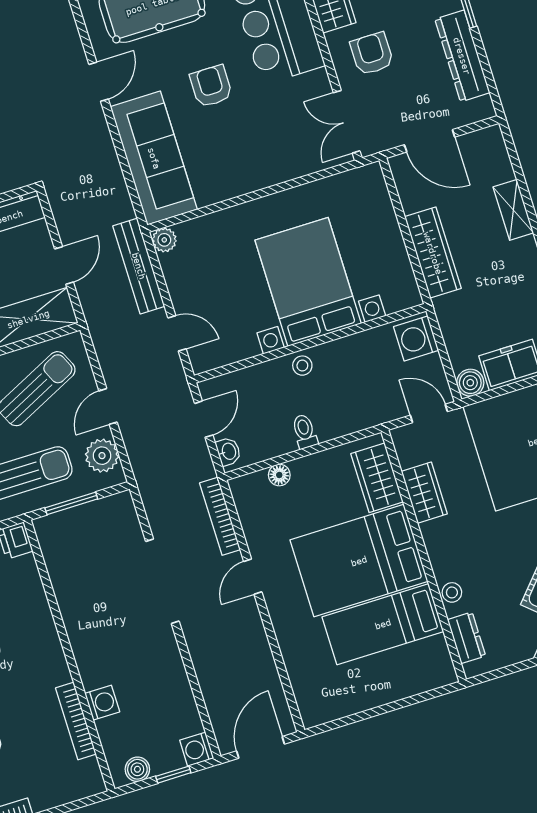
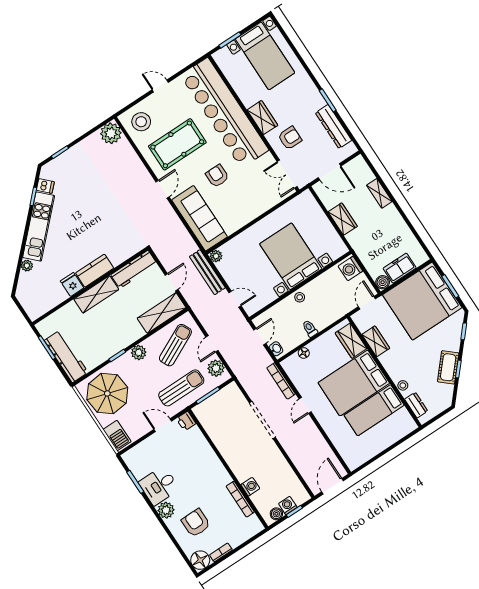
armchair: (372, 54) -> (290, 138), turned 90
wardrobe: (433, 253) -> (343, 219), width x0.67
door: (429, 413) -> (367, 303), hinge flipped
washing machine: (197, 749) -> (288, 505), moved, turned 90

